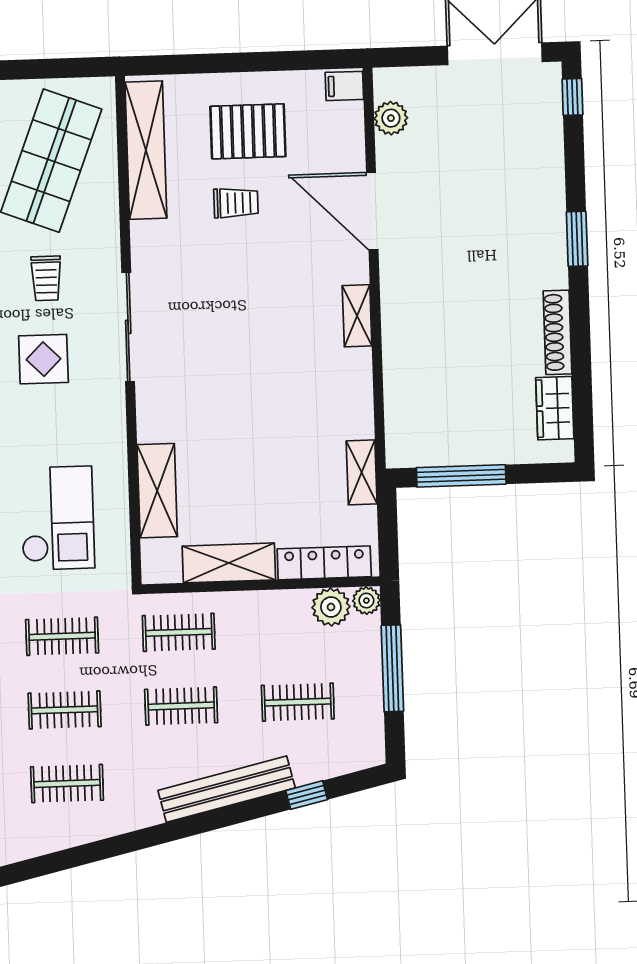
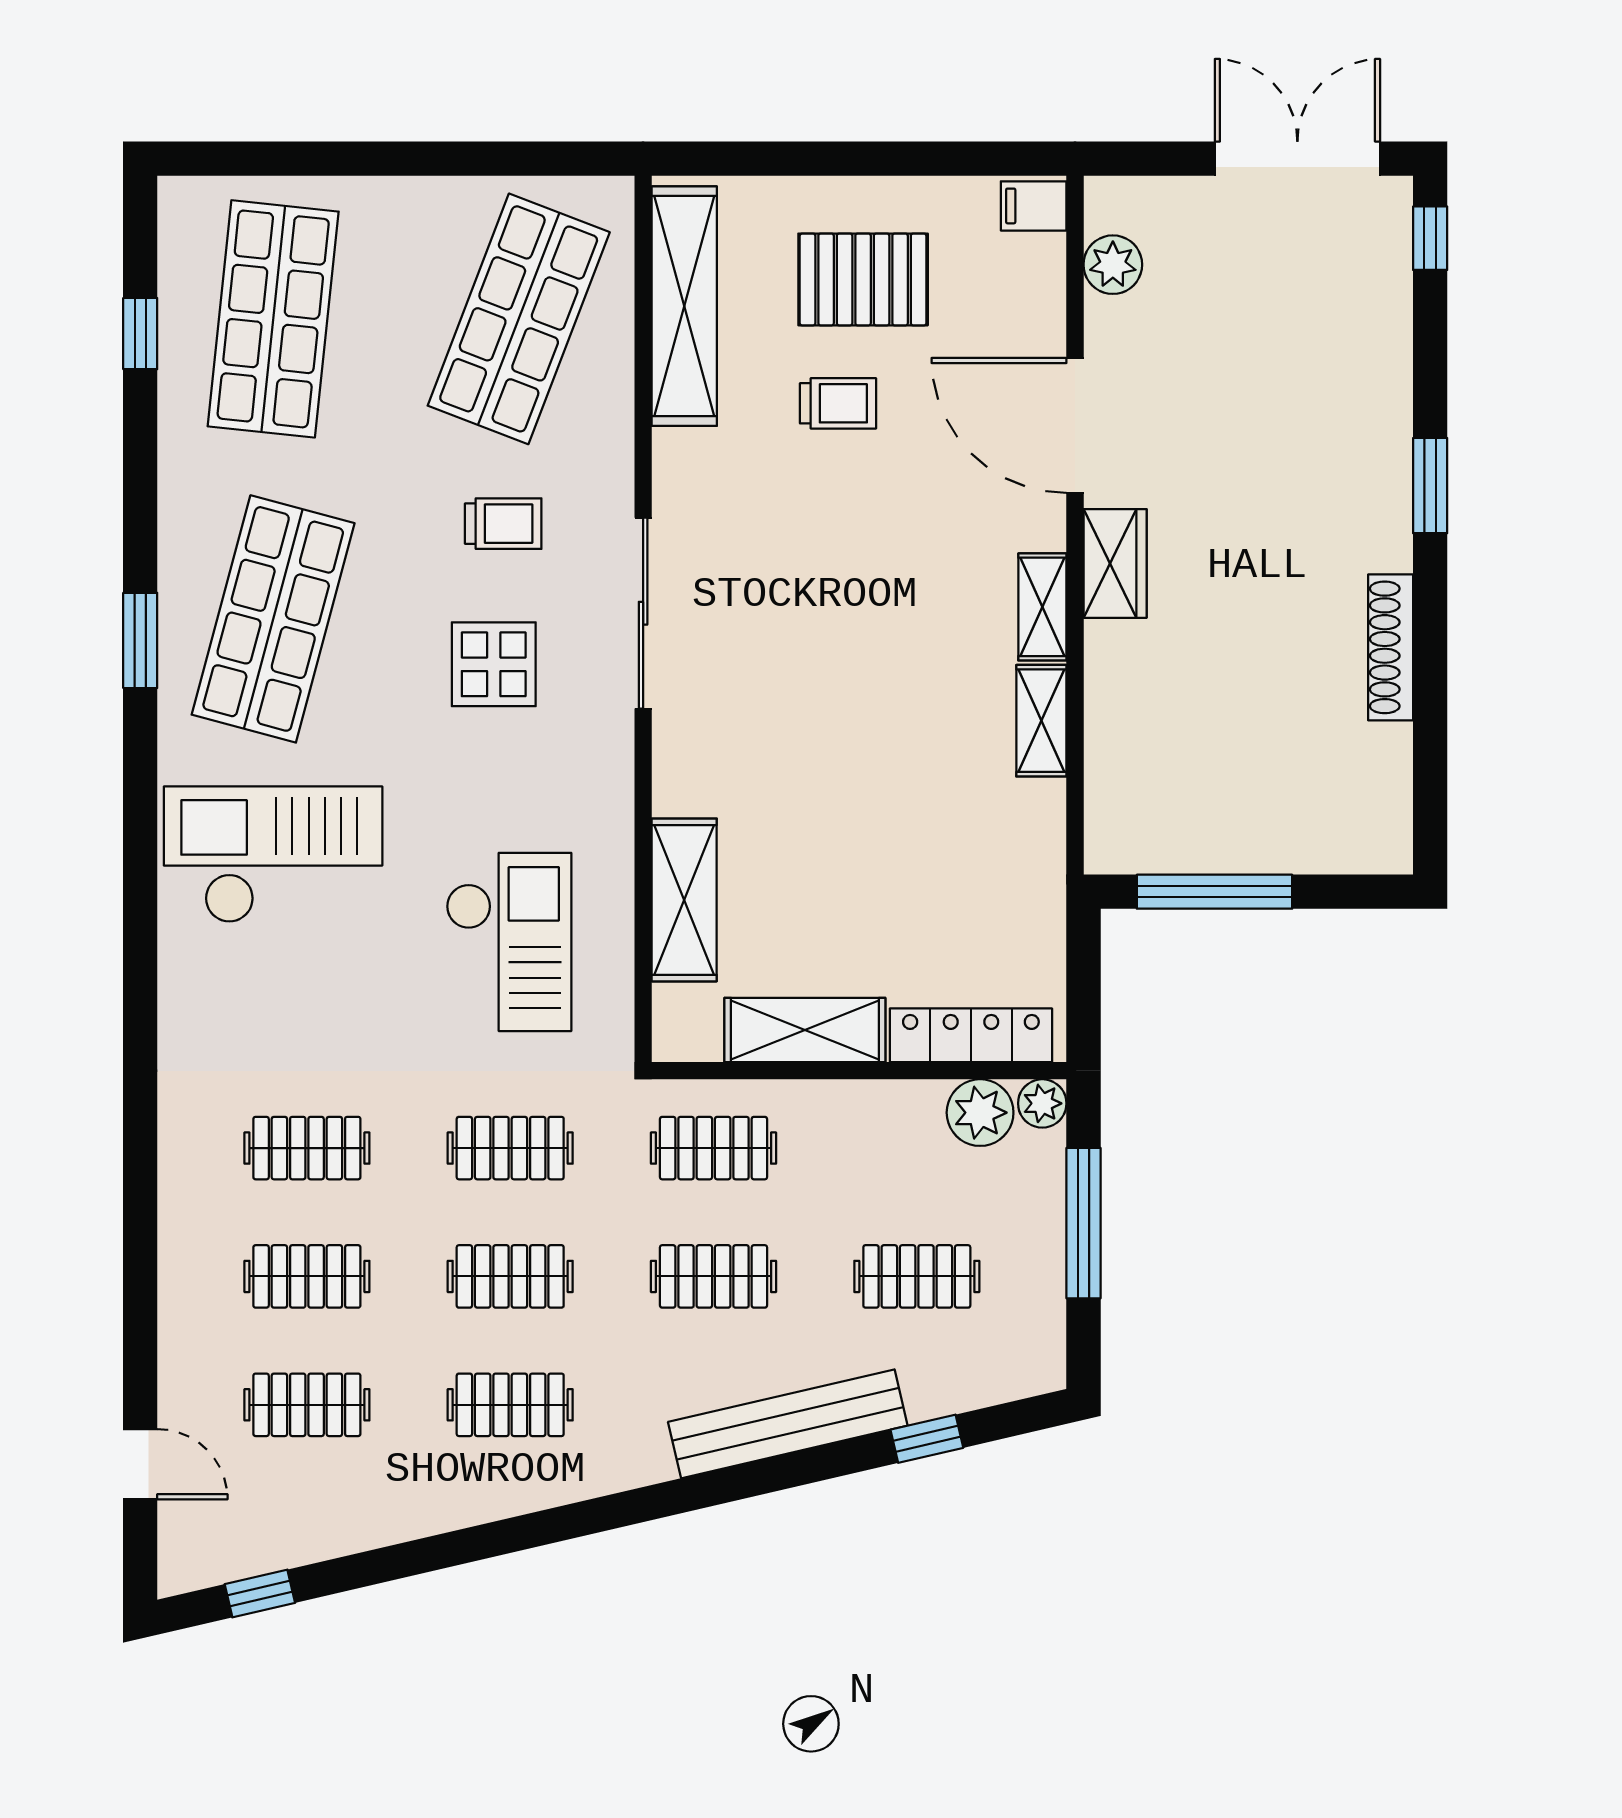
trolley: (46, 278) -> (503, 524), turned -90
wardrobe: (555, 408) -> (1115, 563), moved, turned 180
shelving: (362, 472) -> (1041, 721), moved

